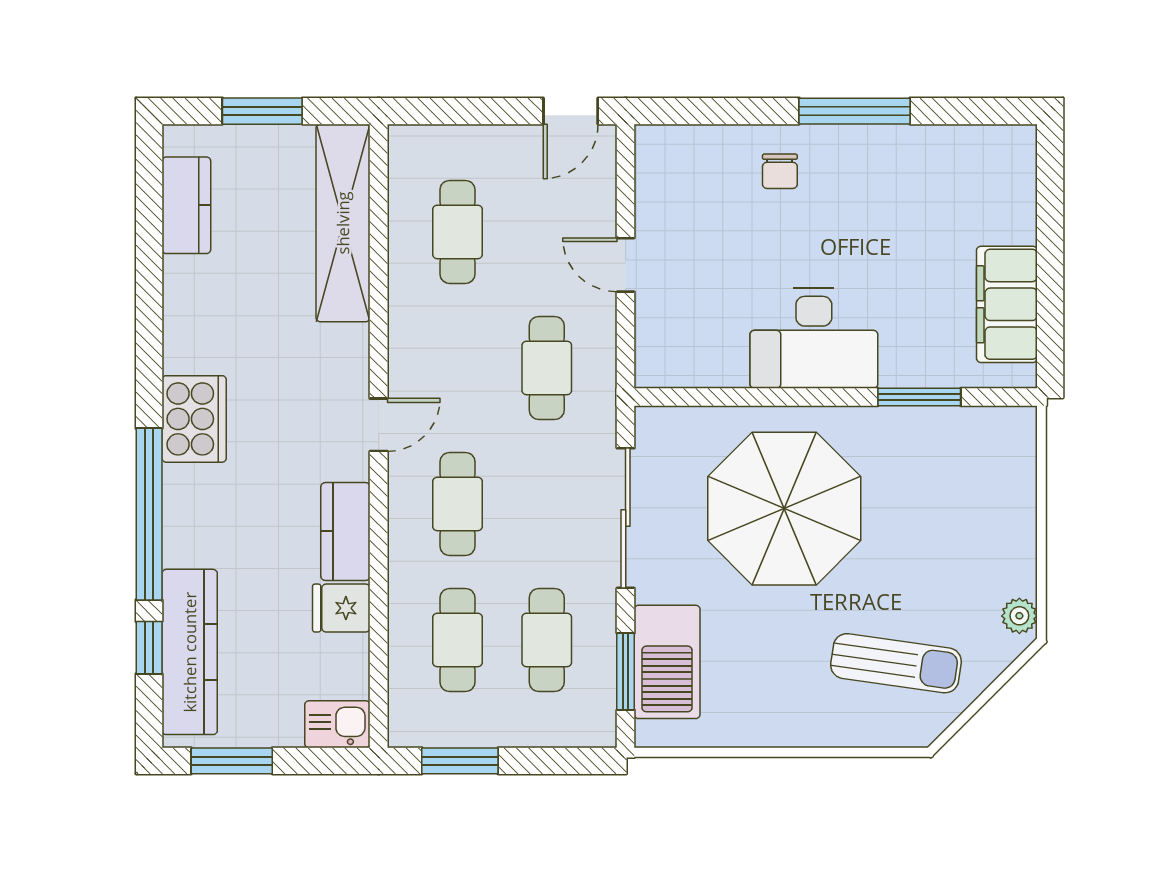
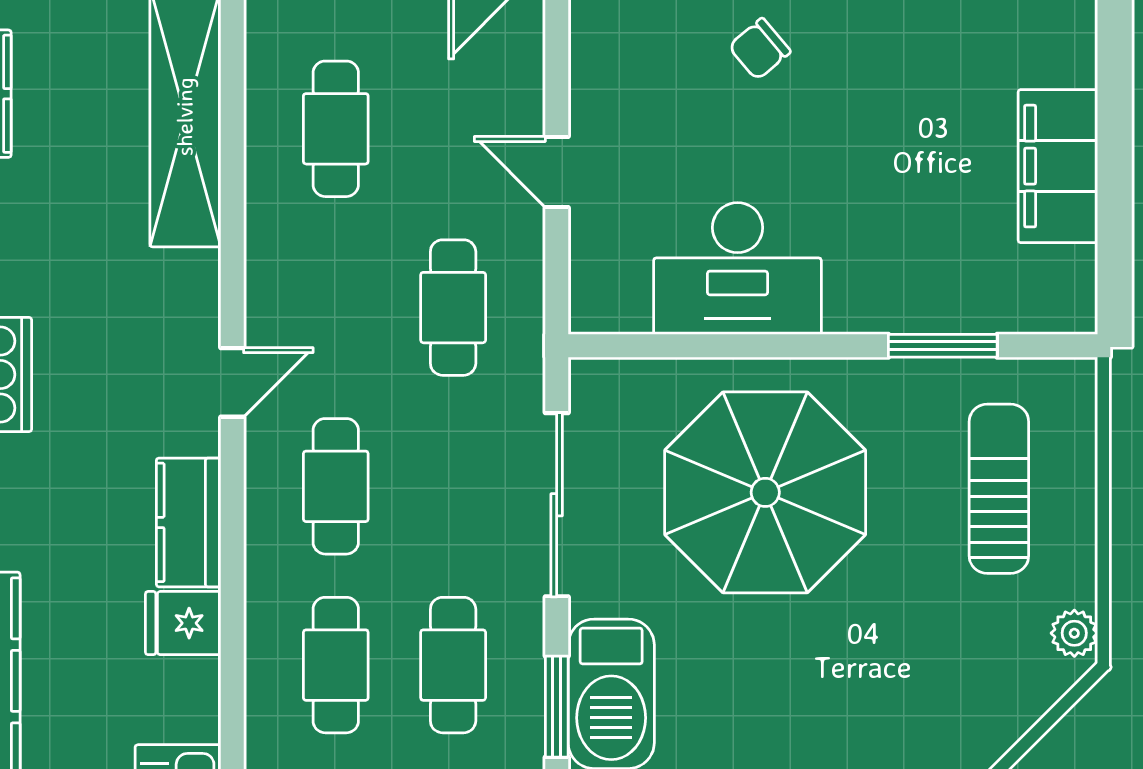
chair: (780, 171) -> (760, 49), turned 50
filing cabinet: (1007, 304) -> (1058, 166), moved
desk: (814, 338) -> (737, 268), moved
sun lounger: (896, 663) -> (999, 489), moved, turned -98

